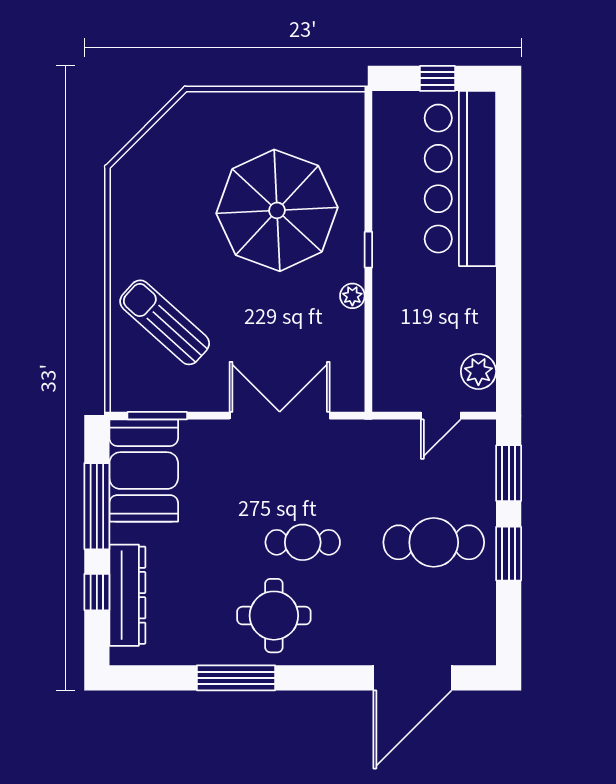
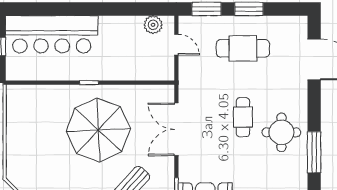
parasol: (277, 210) -> (98, 130), moved
plant: (352, 296) -> (113, 91), removed
cafe table: (434, 542) -> (243, 48), turned 90

